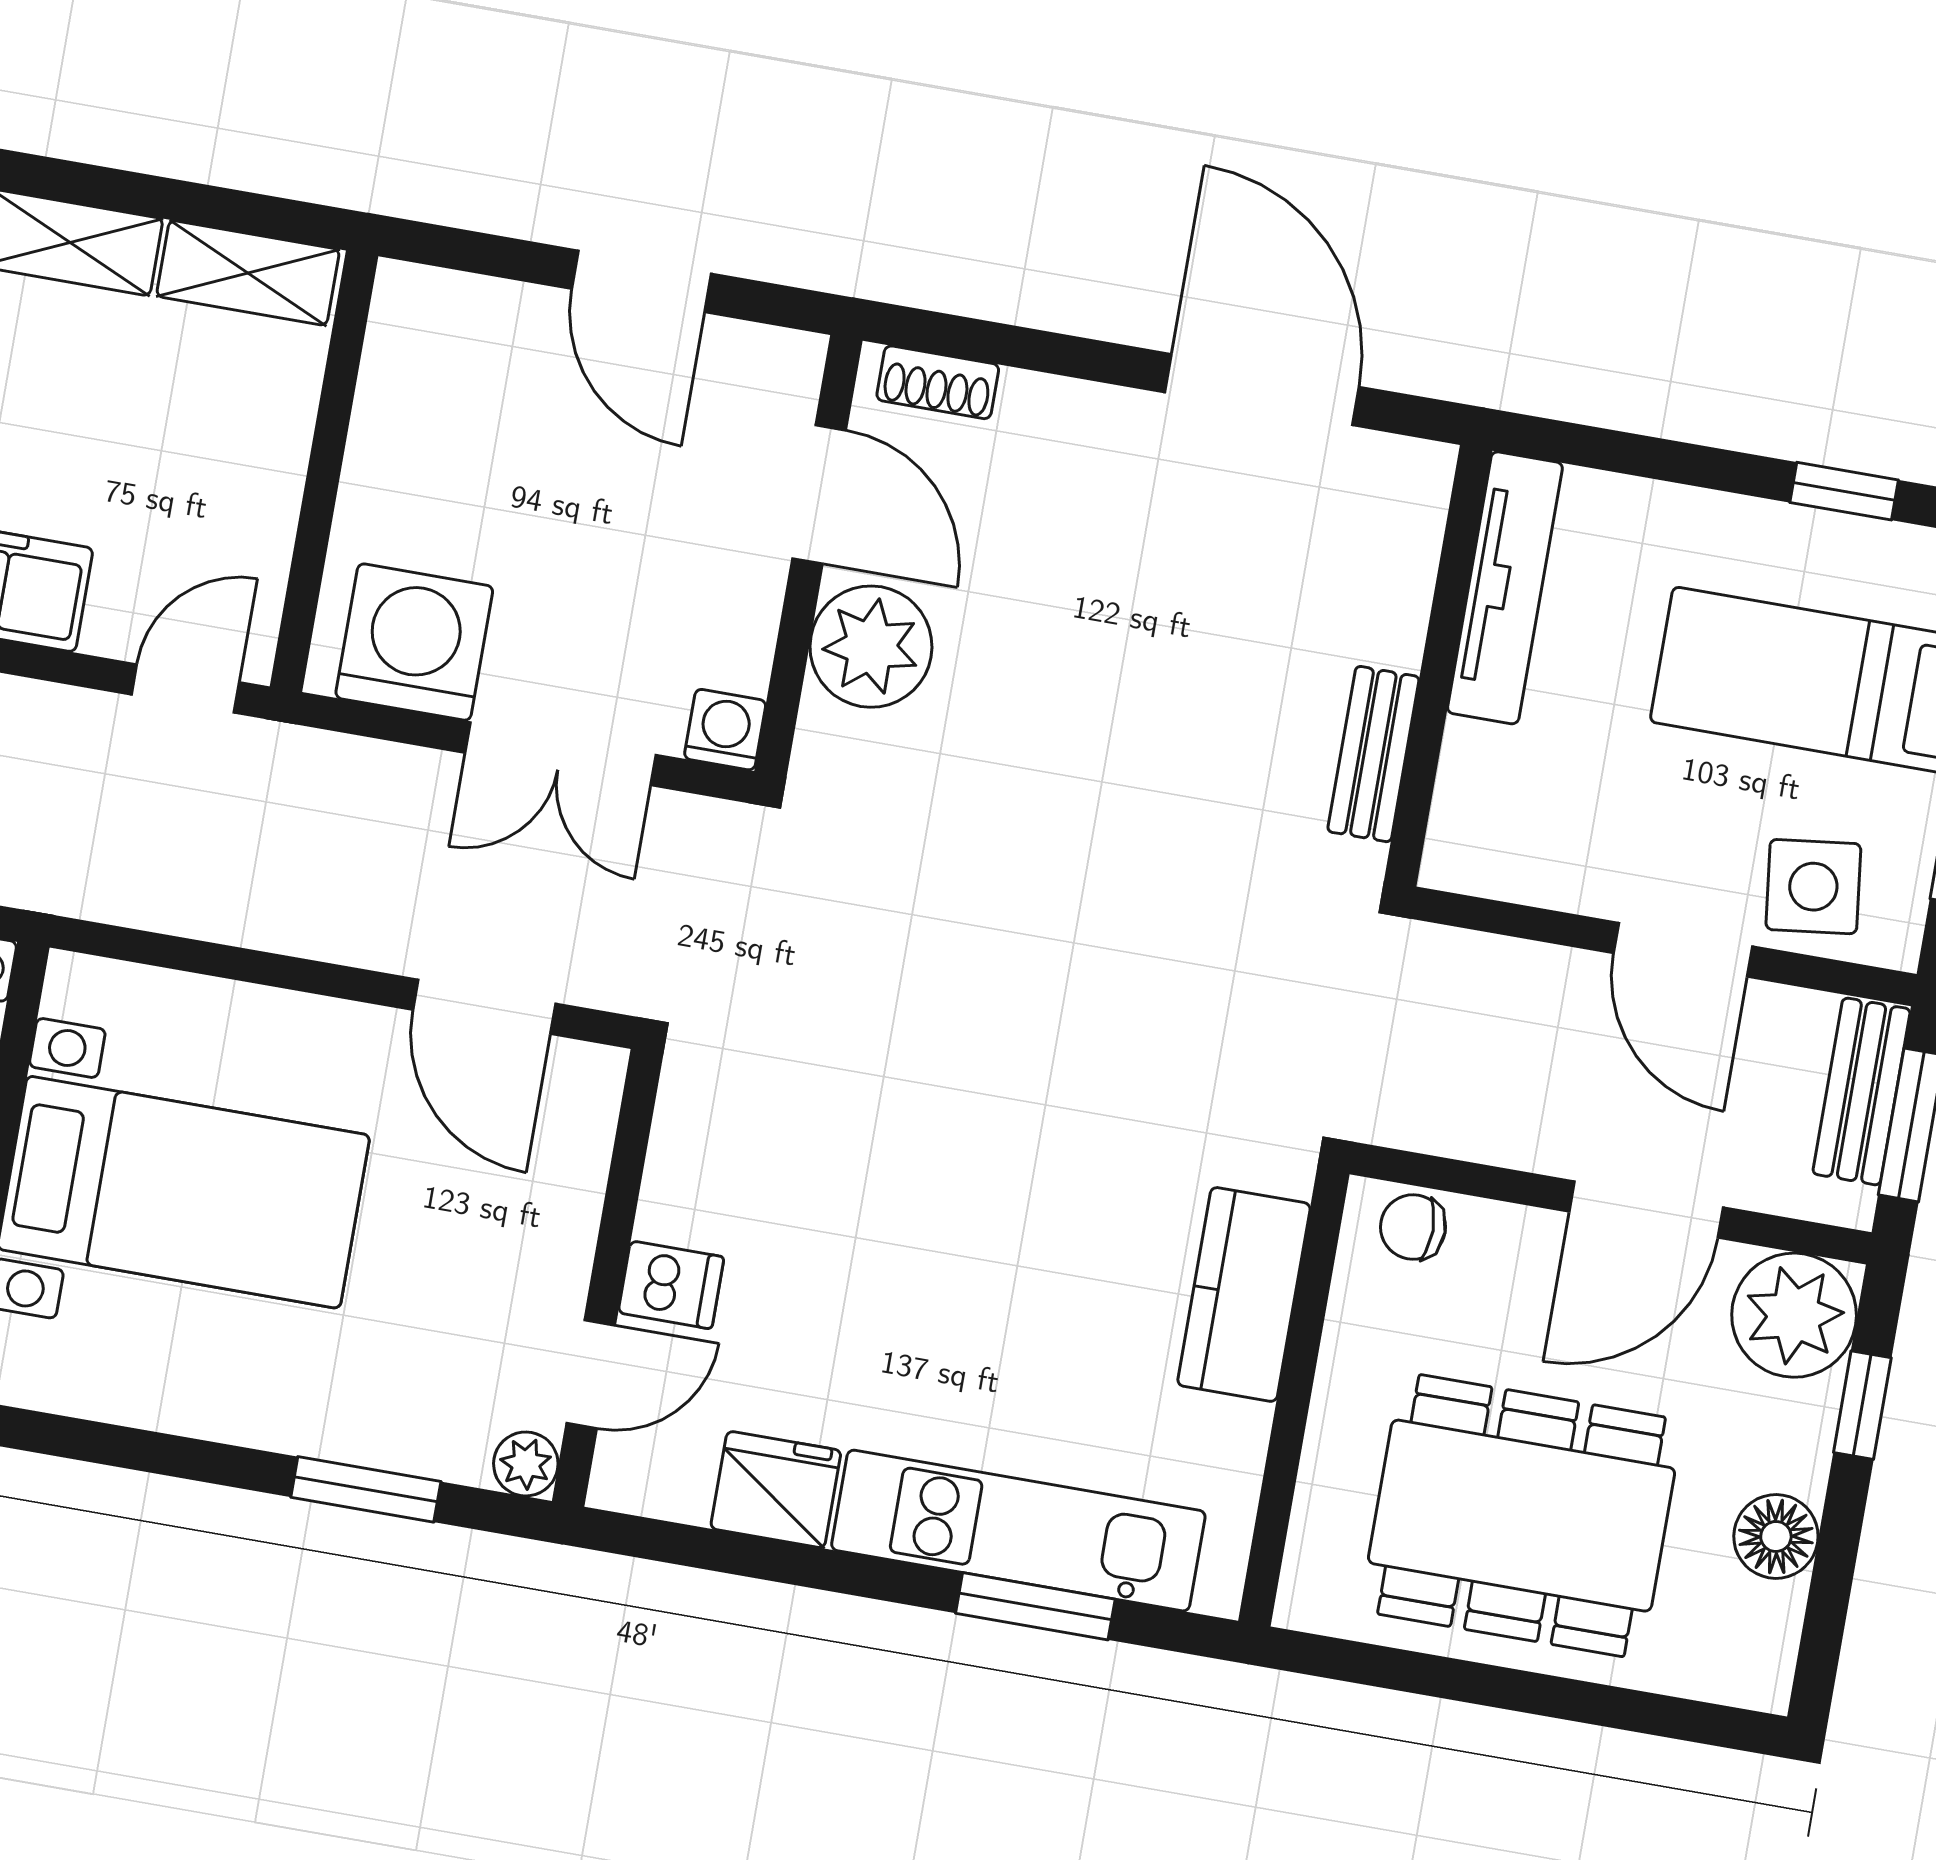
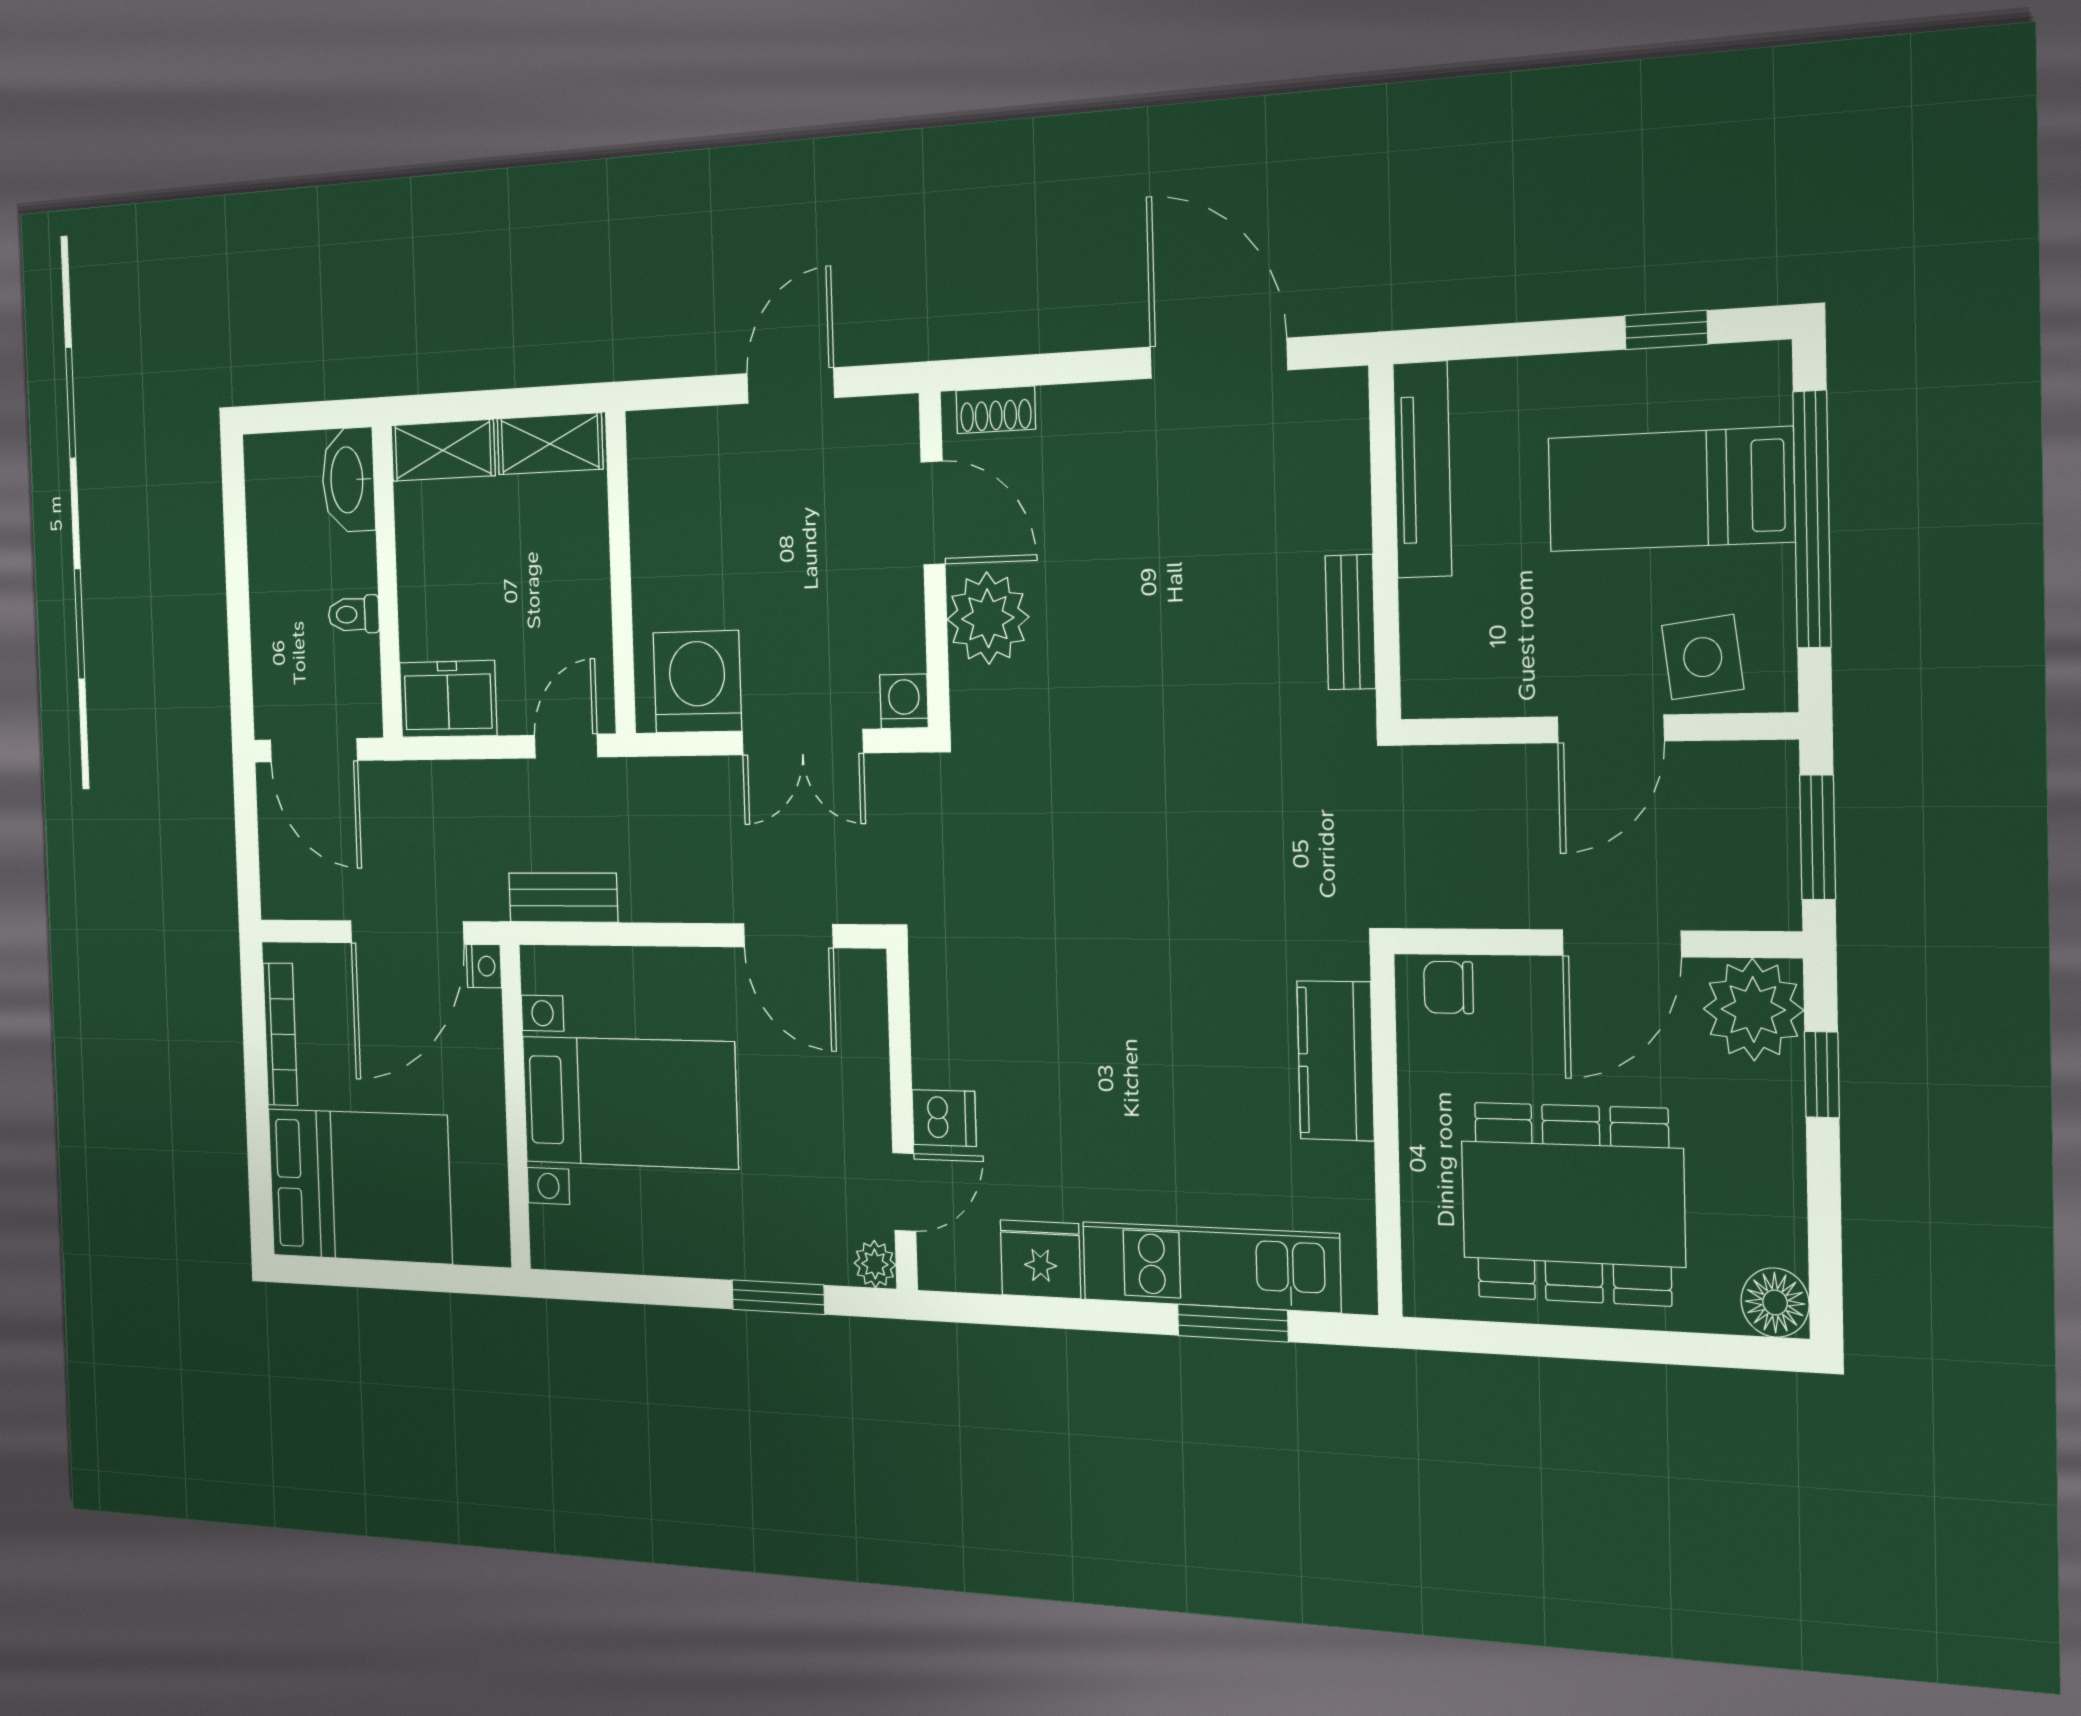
door: (641, 281) -> (791, 386), swing flipped
door: (1683, 950) -> (1611, 729), hinge flipped
bench: (1861, 1091) -> (563, 898), moved, turned 90
floor lamp: (1776, 1536) -> (1775, 1303), moved

